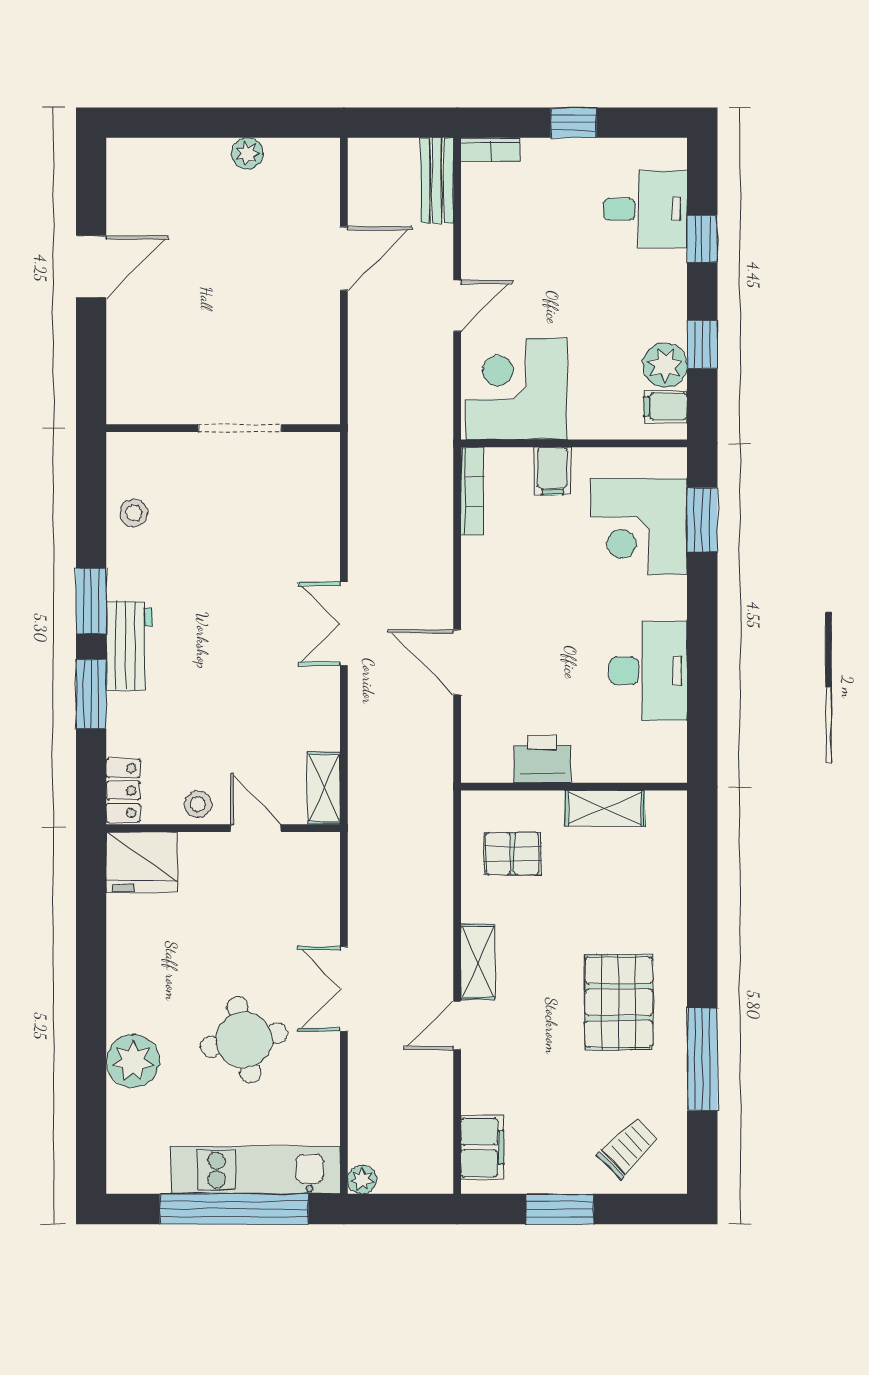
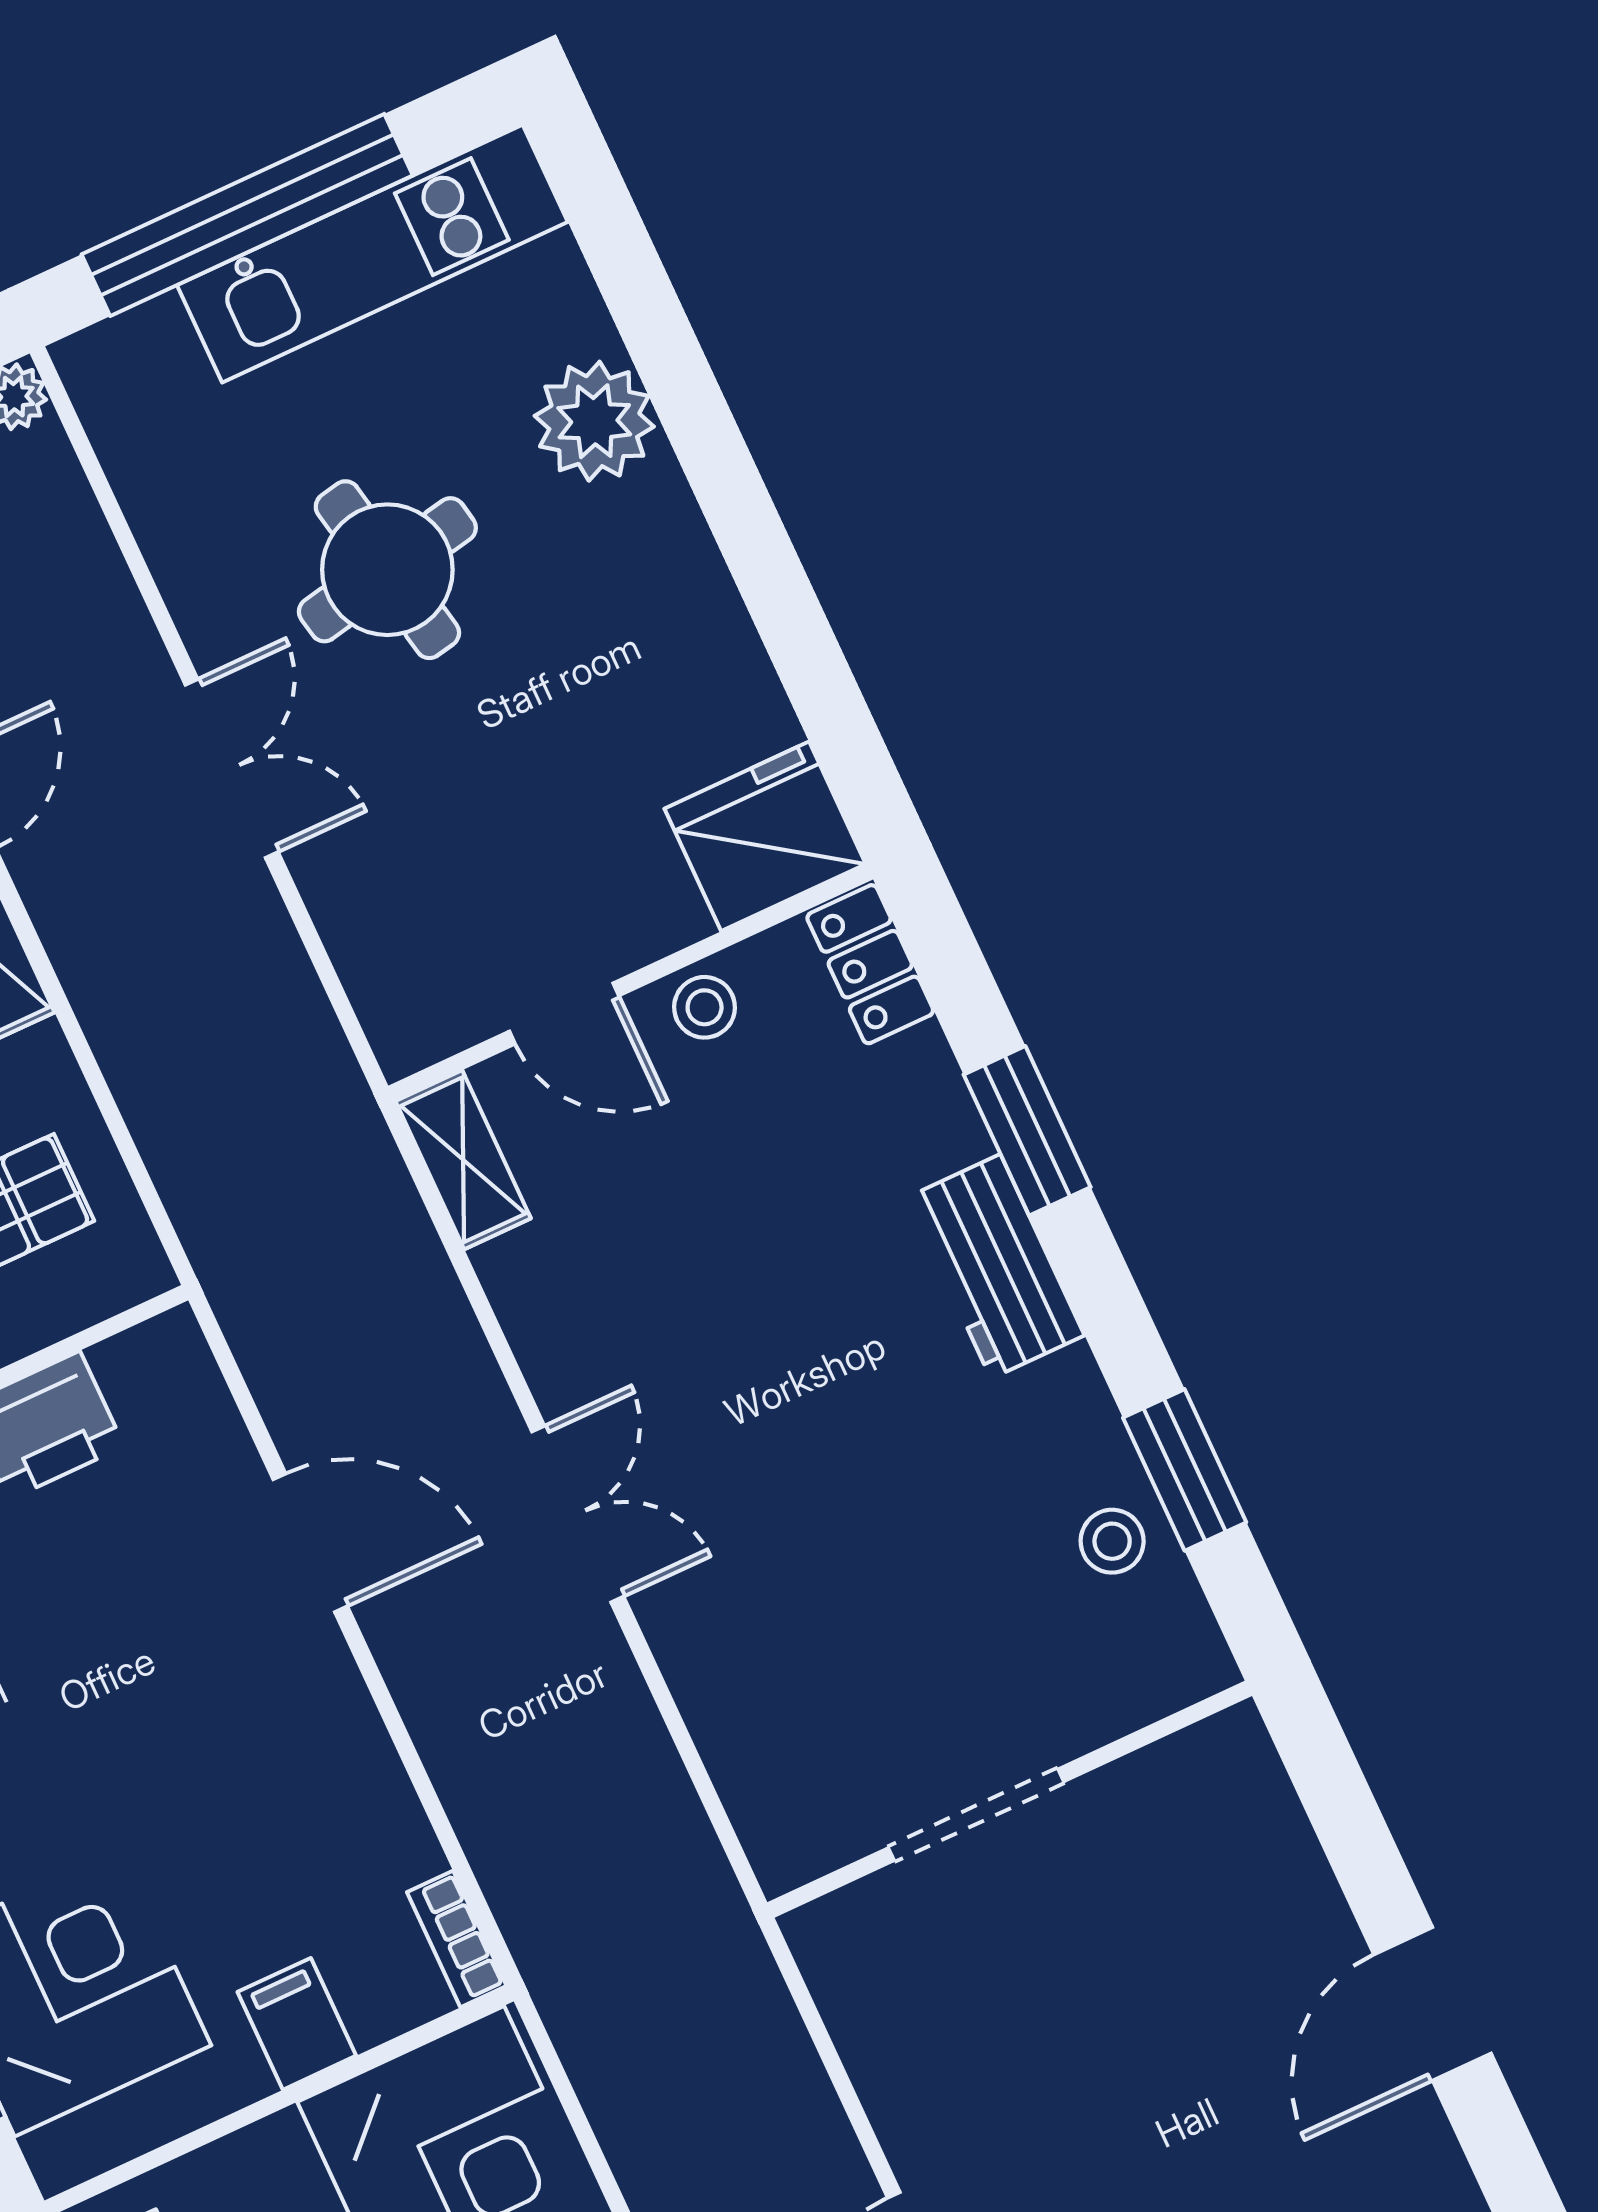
bookcase: (472, 491) -> (457, 1939), width x0.64
window: (91, 601) -> (1185, 1470), moved
kitchen unit: (255, 1170) -> (372, 254), moved

